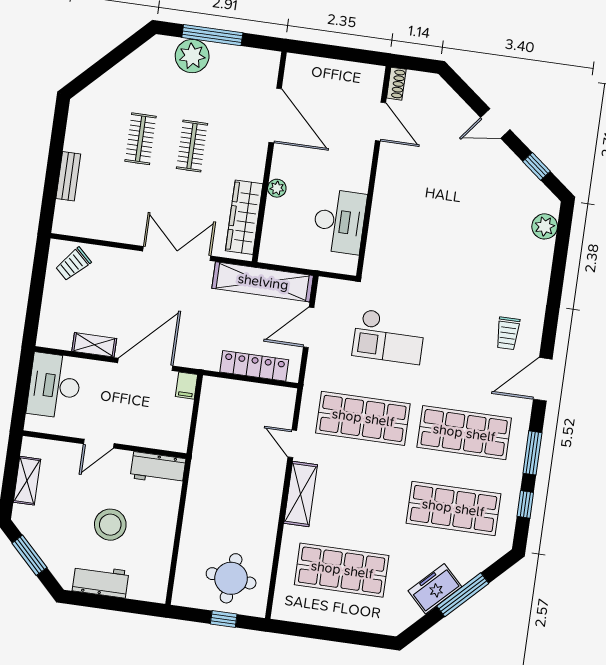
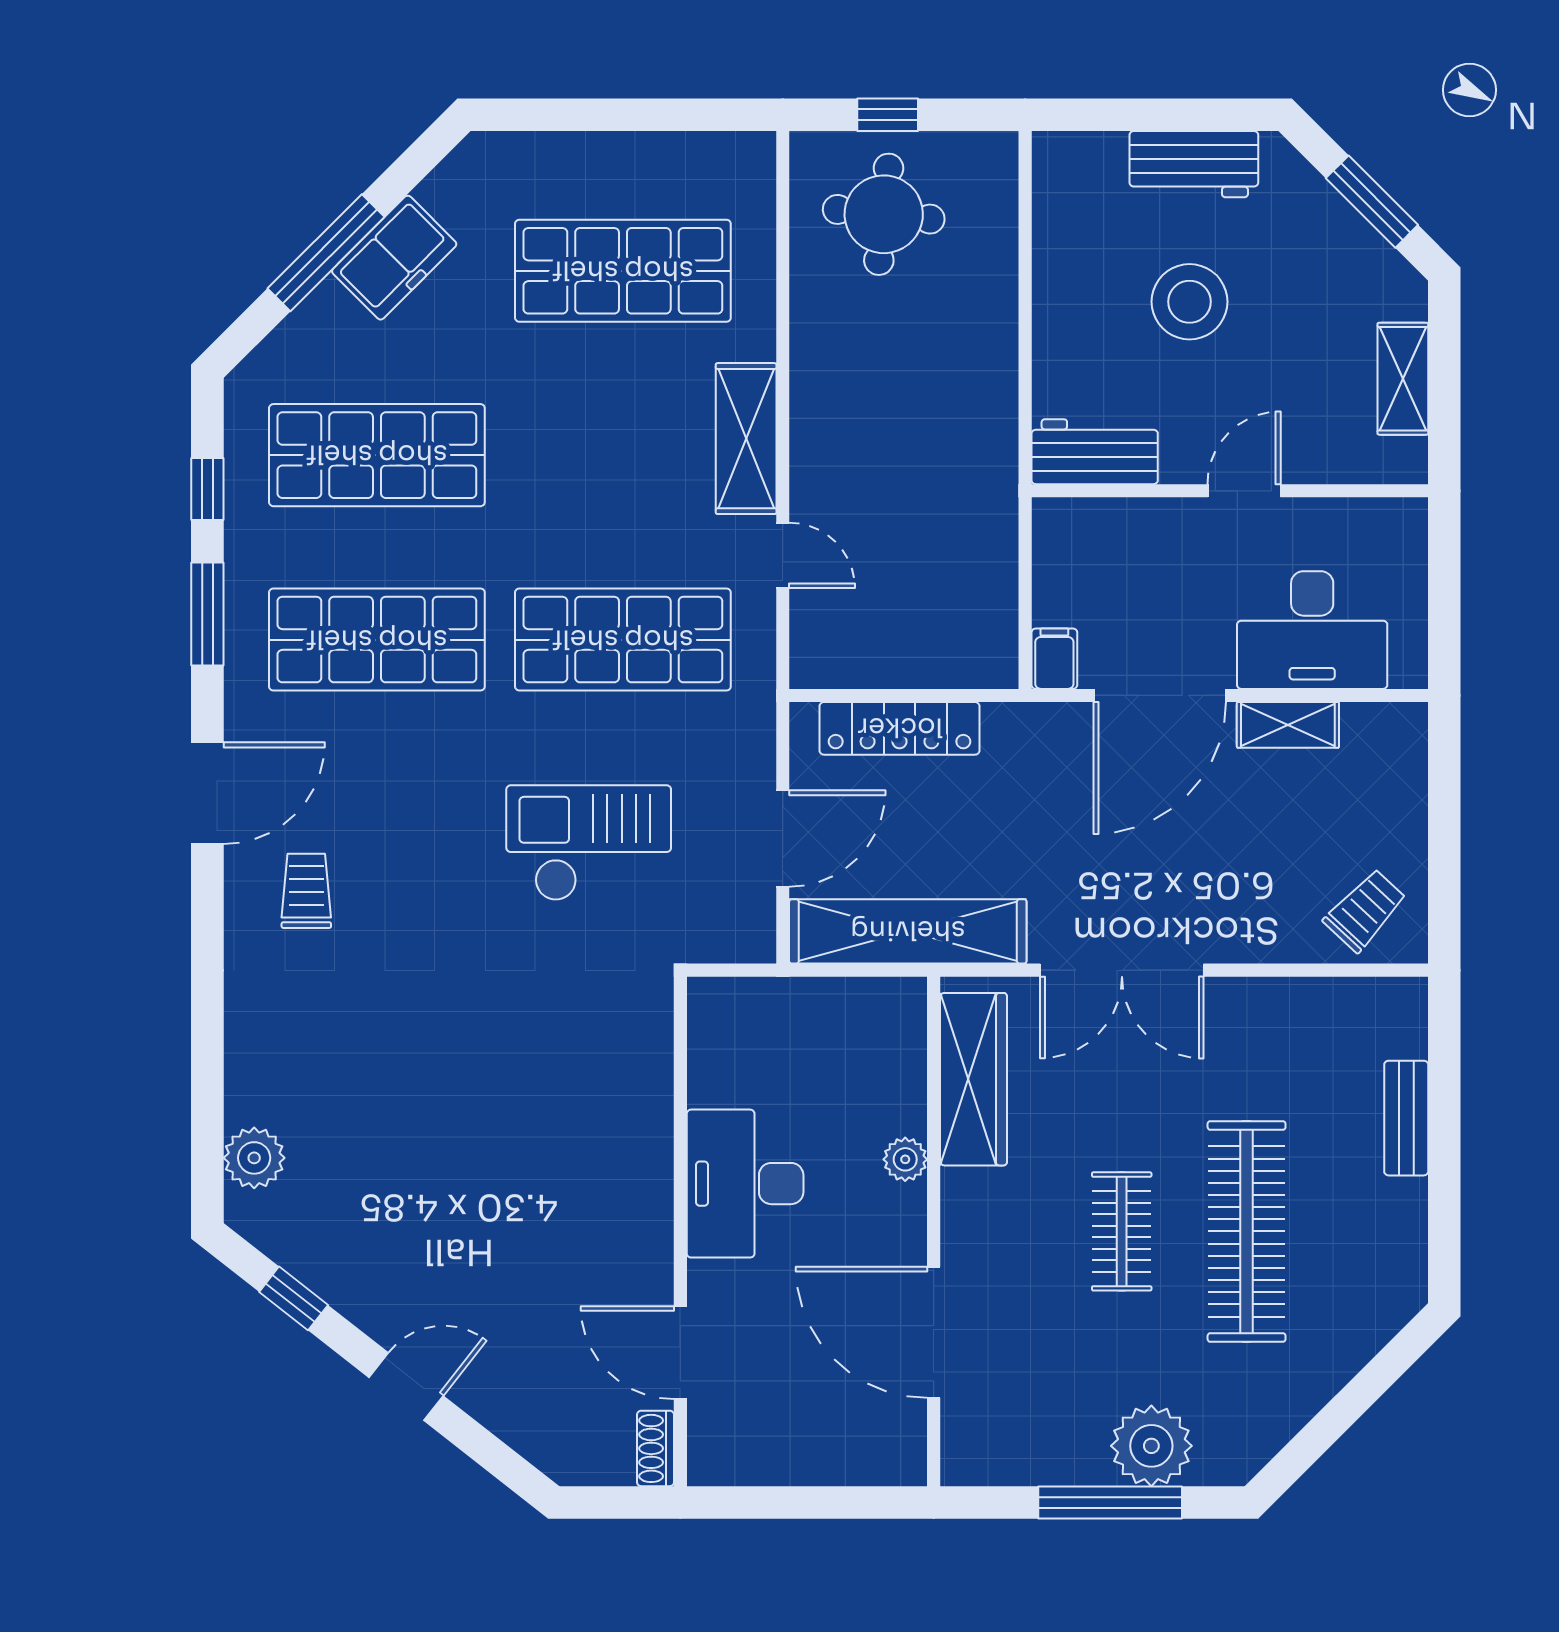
clothes rail: (141, 139) -> (1247, 1231), width x1.86, depth x1.31
desk: (339, 221) -> (745, 1184), moved
desk: (54, 386) -> (1312, 630), moved, turned 90

